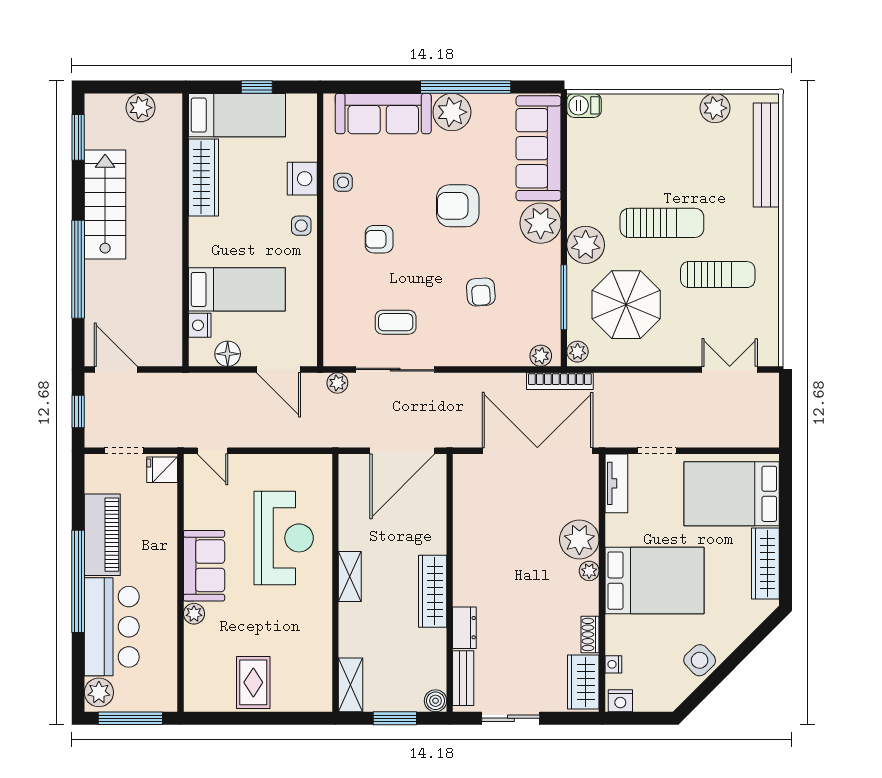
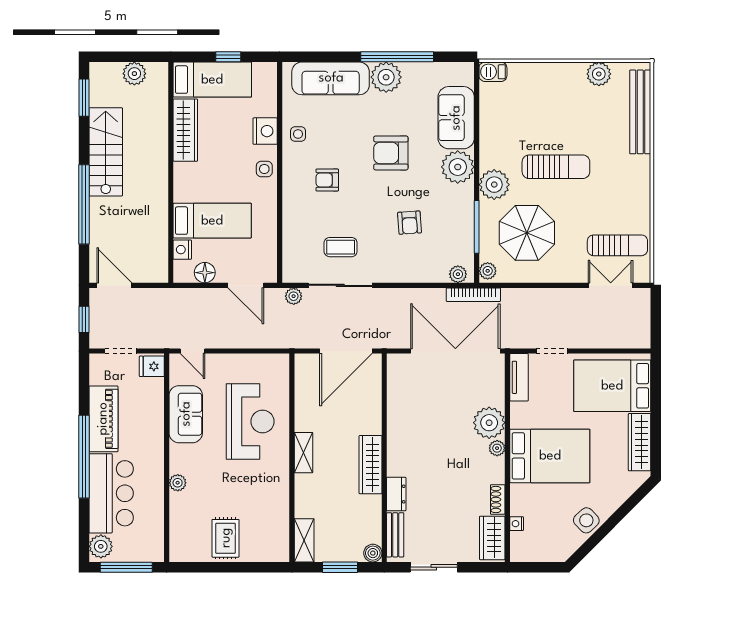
sofa: (539, 148) -> (456, 118), width x0.73
sun lounger: (718, 275) -> (617, 245), moved
sofa: (204, 566) -> (186, 414), moved
nightstand: (620, 701) -> (522, 553), removed

